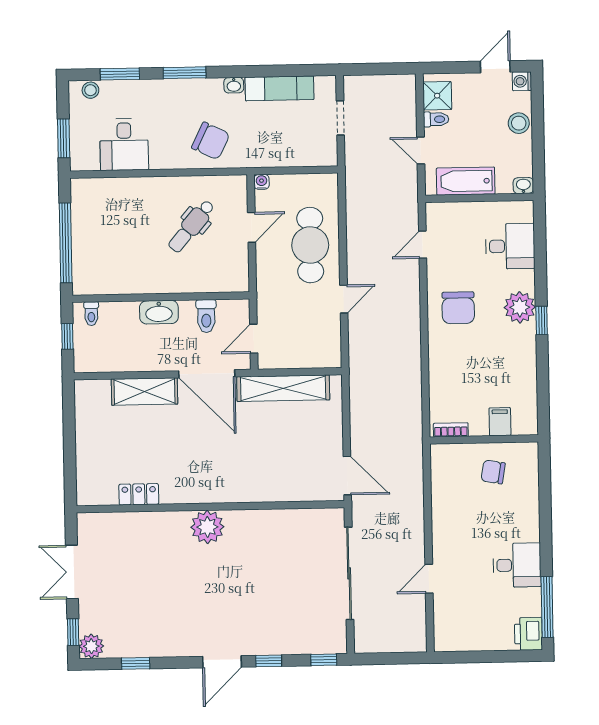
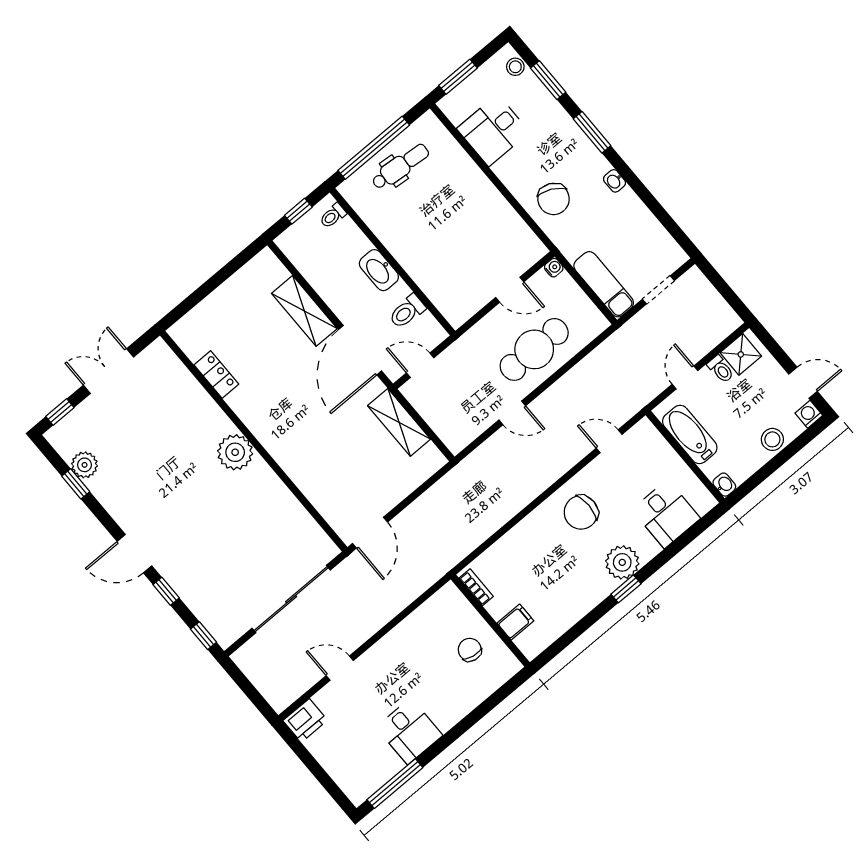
exam couch: (280, 88) -> (604, 284), moved, turned 180
dental chair: (191, 226) -> (400, 167), moved, turned 145
shelving: (283, 388) -> (399, 422), width x0.68
printer: (528, 634) -> (305, 720), moved, turned 180
plant: (91, 646) -> (85, 465), moved

